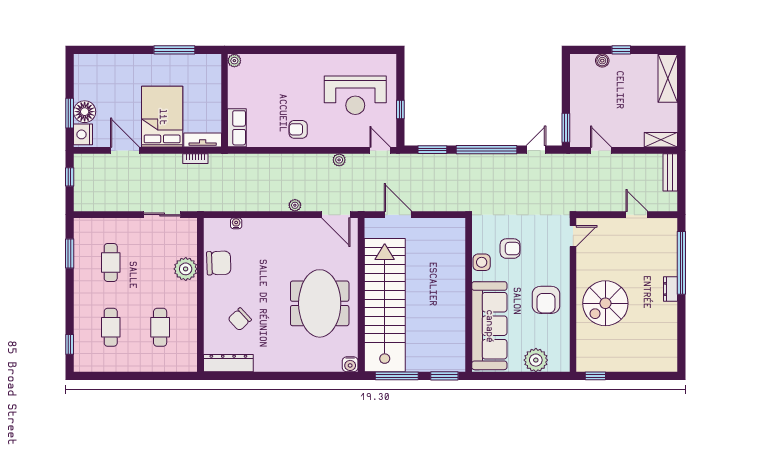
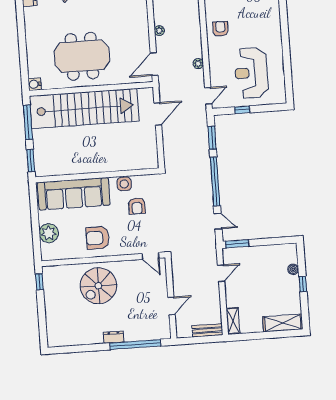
spiral stairs: (605, 303) -> (98, 286), turned -90

